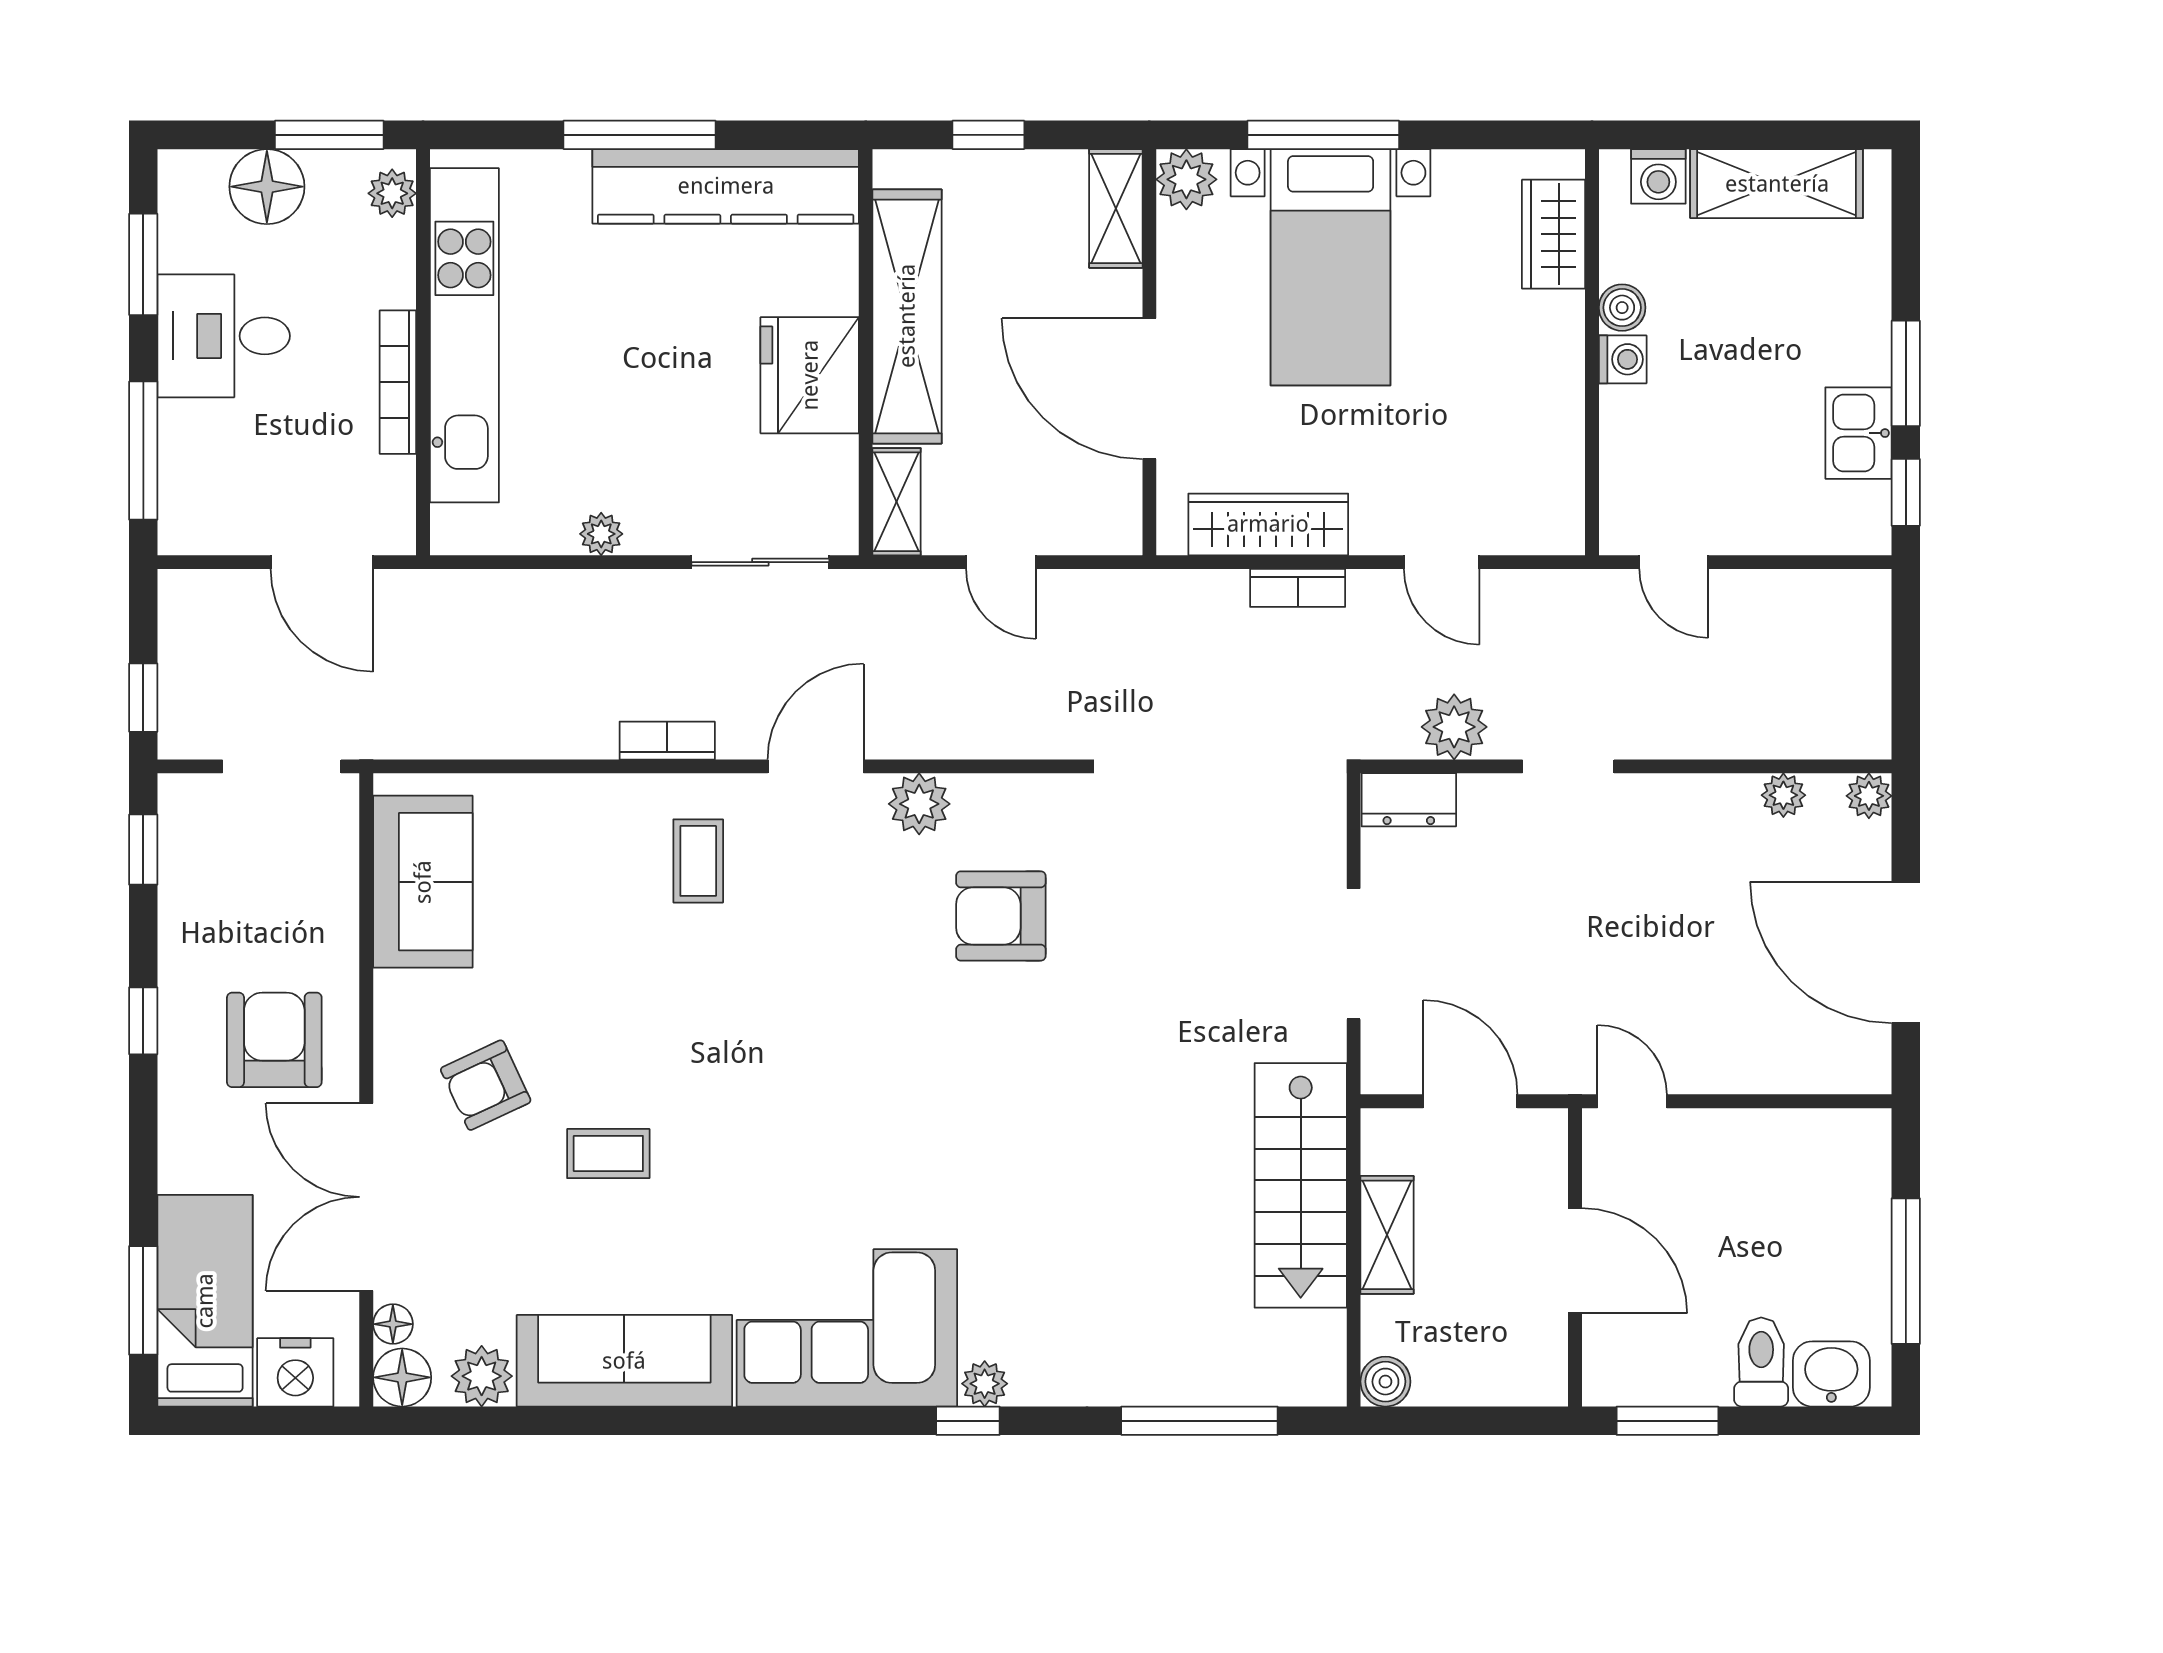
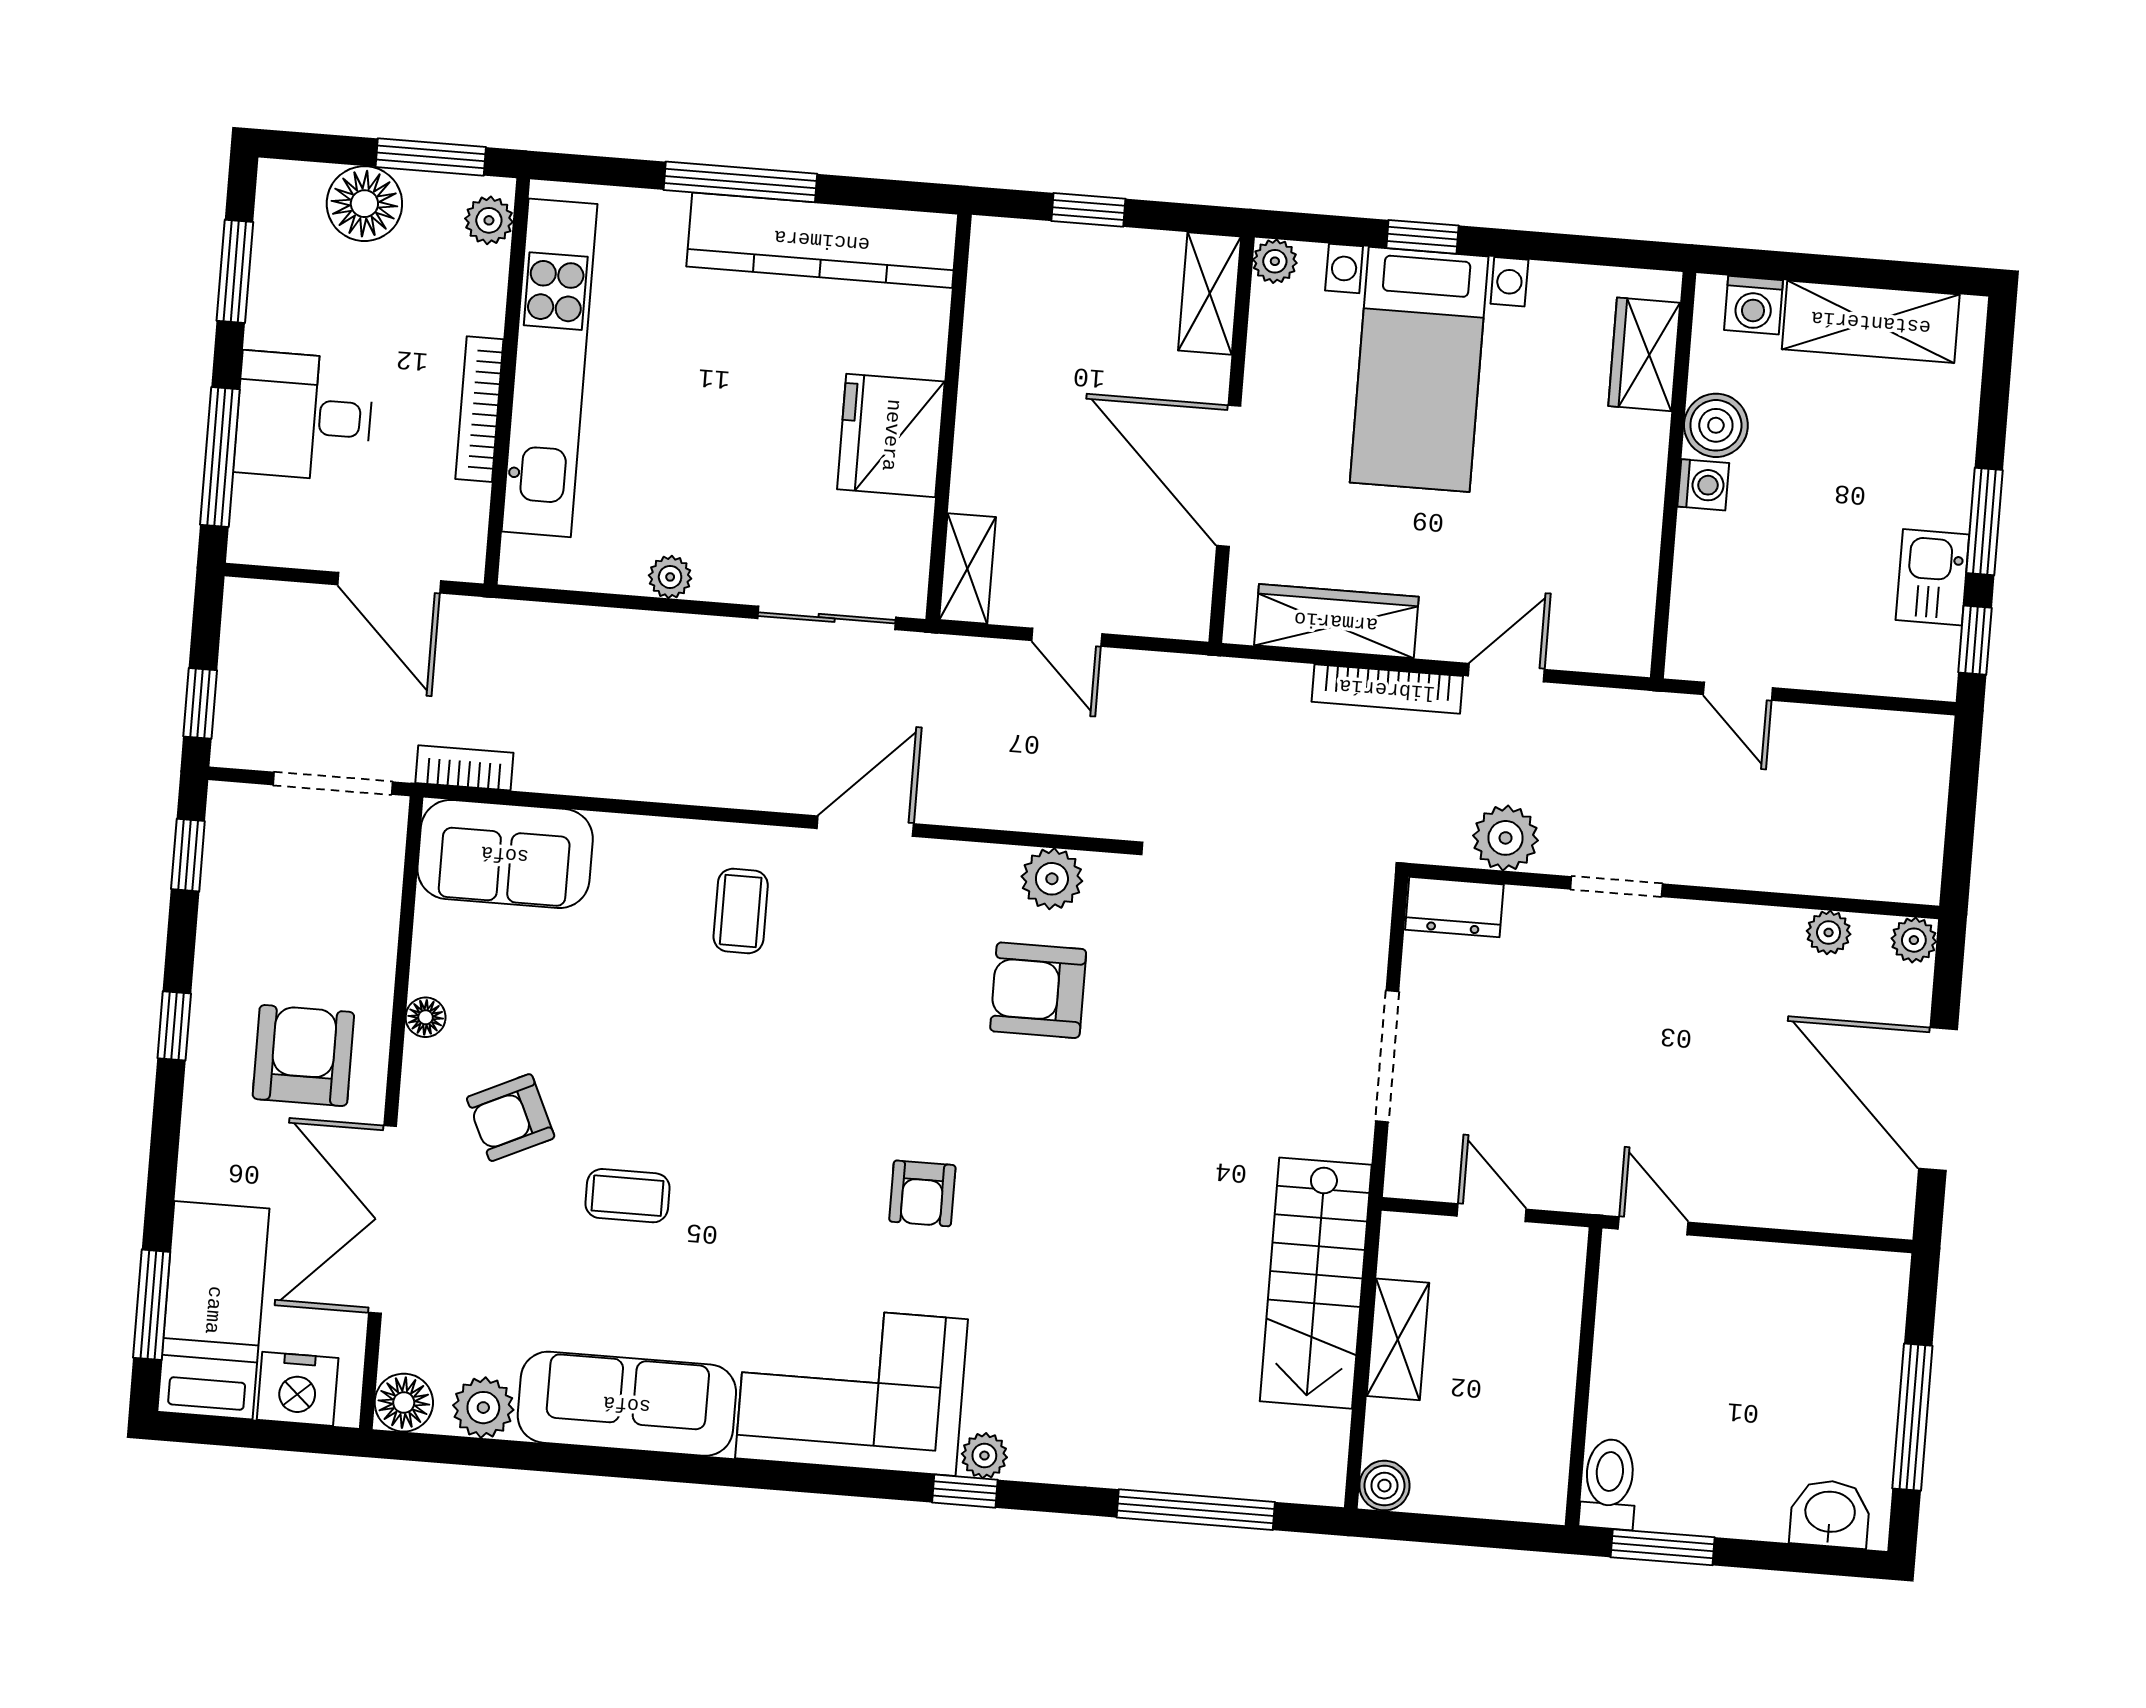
window: (1323, 135) -> (1423, 237), width x0.46
plant: (1186, 179) -> (1275, 261), width x0.73, depth x0.73
boiler: (1622, 308) -> (1716, 425), width x1.36, depth x1.36
shelving: (907, 316) -> (993, 385), removed
desk: (224, 336) -> (304, 416), moved
door: (1442, 562) -> (1506, 673), swing flipped
bookcase: (1298, 588) -> (1387, 689), width x1.56
bookcase: (667, 741) -> (464, 768), moved
plant: (919, 804) -> (1052, 879), moved
sofa: (423, 882) -> (505, 854), moved, turned 90
door: (1470, 1101) -> (1492, 1213), width x0.73
armchair: (902, 1128) -> (922, 1193), added
door: (1575, 1261) -> (1583, 1380), removed
floor lamp: (393, 1324) -> (426, 1017), moved
toilet: (1761, 1362) -> (1609, 1484), moved

